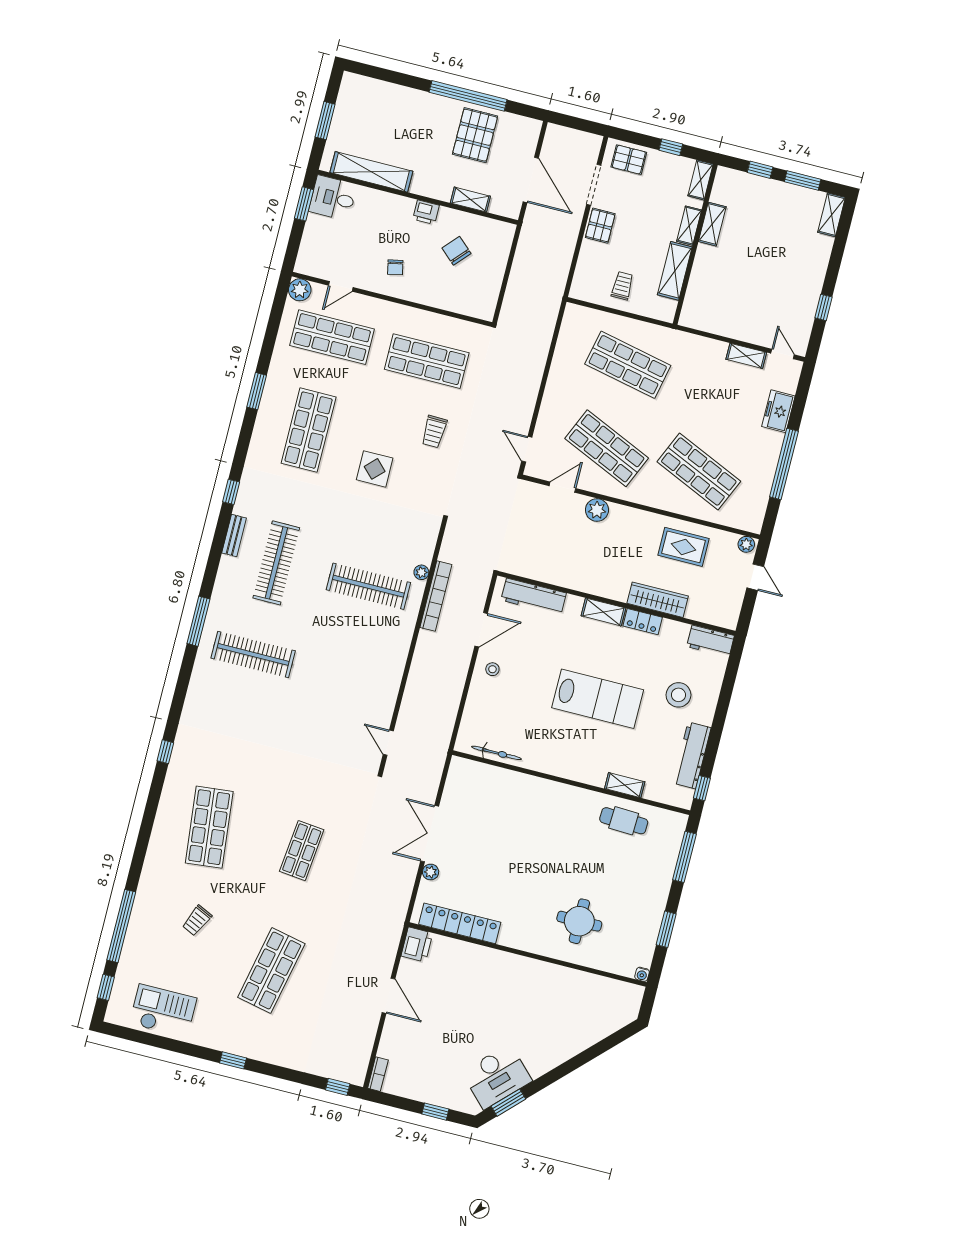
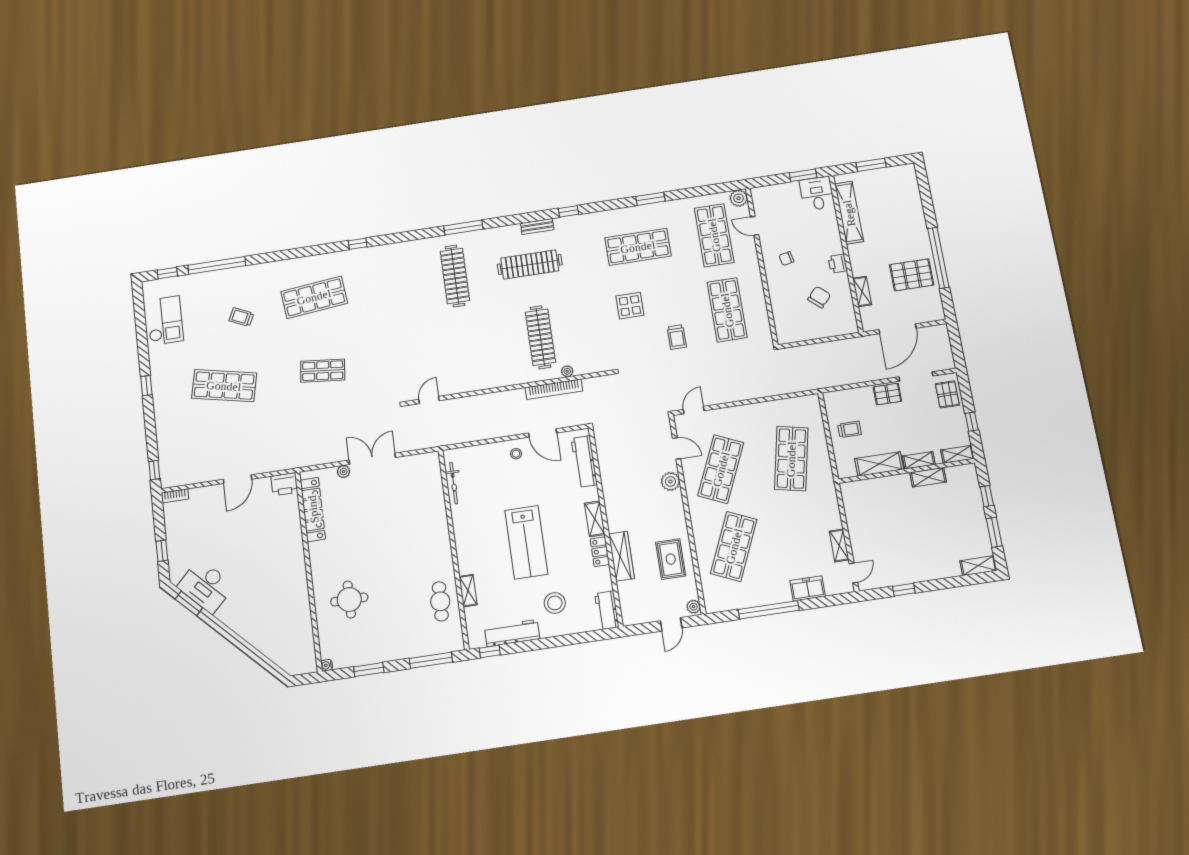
trolley: (434, 432) -> (677, 337), turned -91

